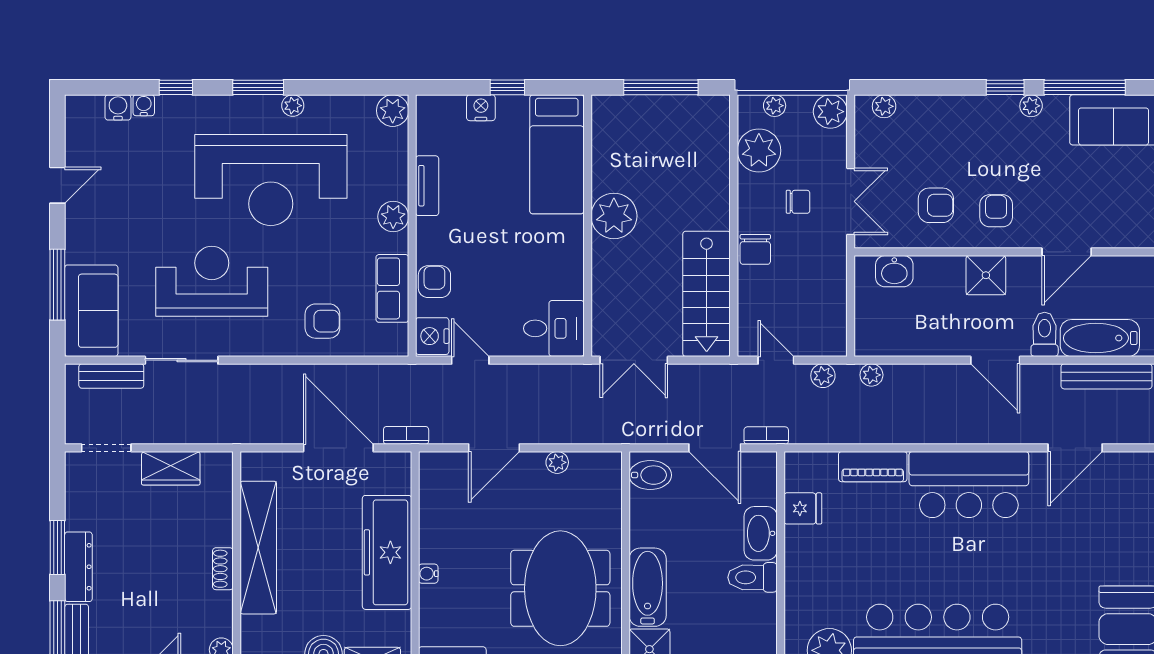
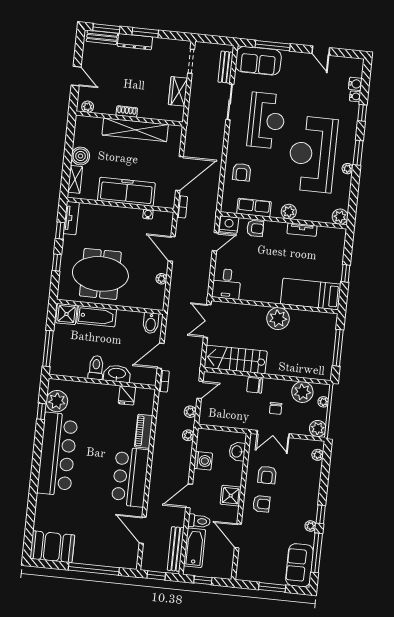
nightstand: (481, 108) -> (337, 260), removed
washing machine: (920, 339) -> (203, 461), added
water cooler: (428, 574) -> (148, 214), moved

